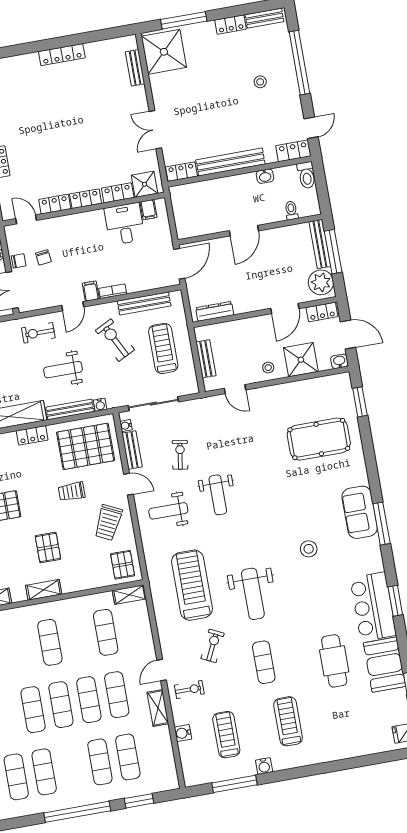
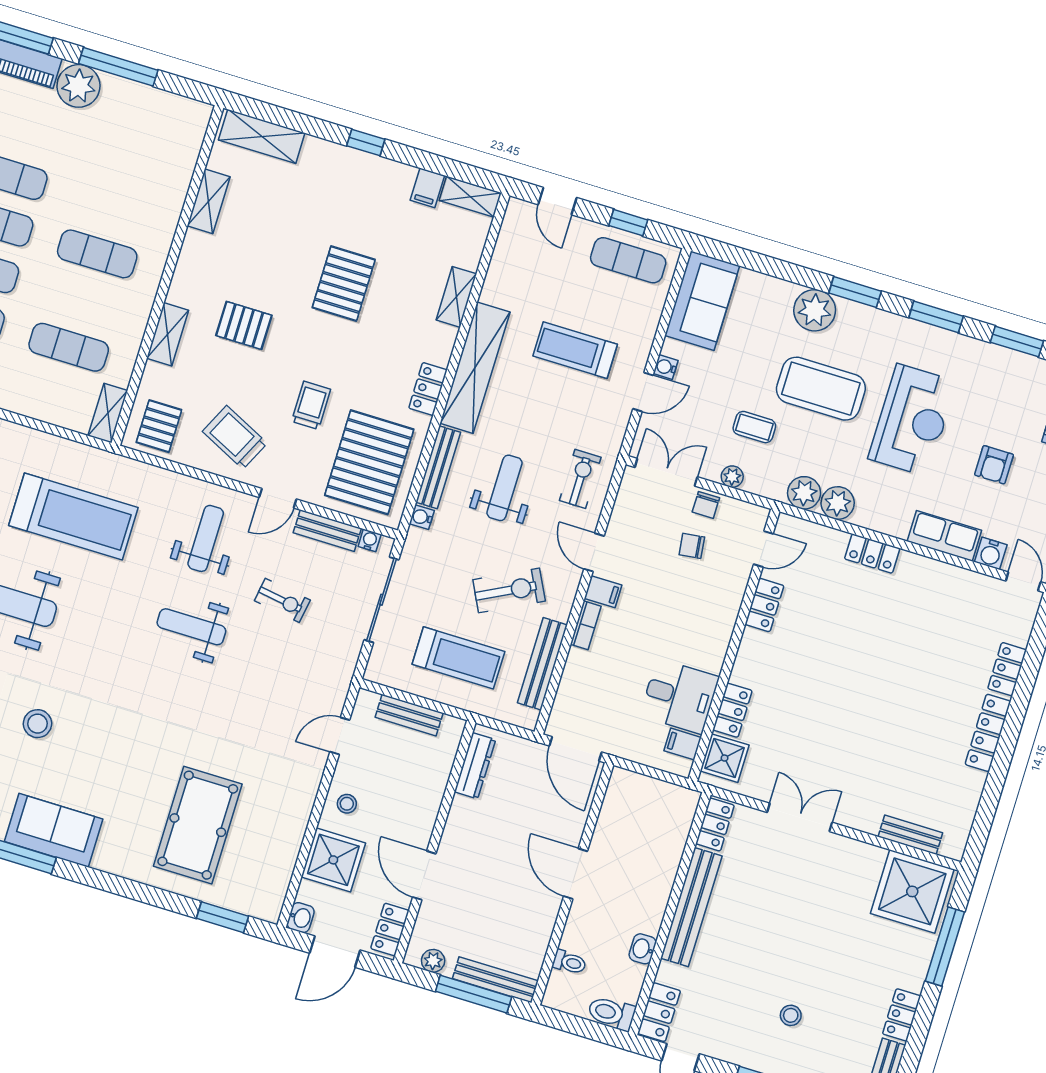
locker: (86, 199) -> (1007, 669), moved, turned 180
plant: (321, 282) -> (433, 961), width x0.53, depth x0.53
pallet: (123, 565) -> (159, 426), turned 90
shelving: (44, 590) -> (168, 334), moved

